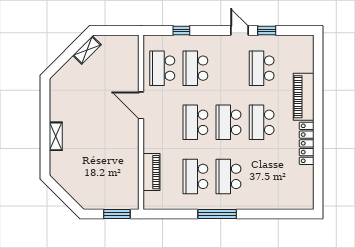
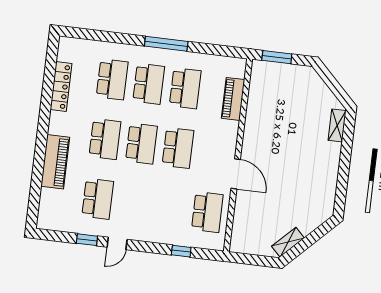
door: (239, 31) -> (117, 243), hinge flipped
school desk: (195, 68) -> (112, 79), moved
shelving: (56, 136) -> (337, 125), moved
locker: (307, 143) -> (61, 87), moved

